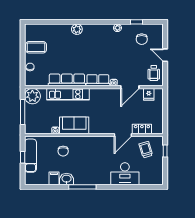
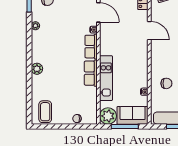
coffee table: (36, 47) -> (45, 112), moved
row of seats: (67, 80) -> (91, 73), width x0.68
sofa: (74, 125) -> (133, 115), moved, turned 90
door: (123, 135) -> (149, 31), moved

